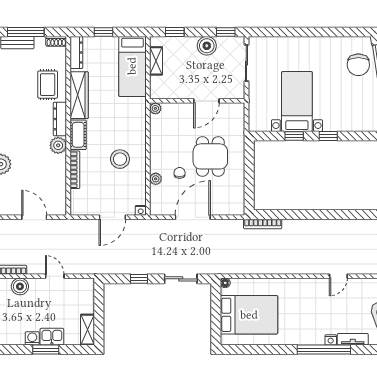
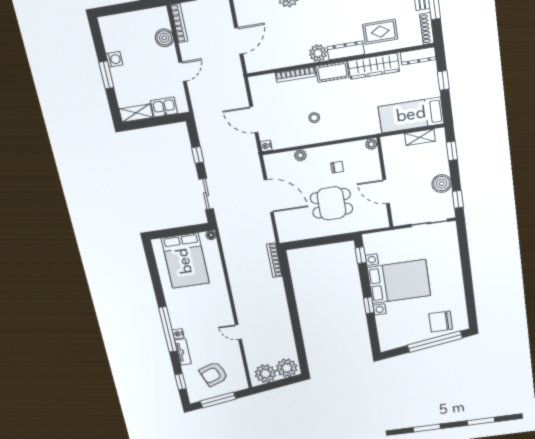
shoe rack: (56, 41) -> (427, 29), width x1.43
bed with nightstands: (297, 101) -> (399, 282), width x1.36
window: (294, 136) -> (361, 255), moved
stool: (120, 159) -> (314, 118), width x0.53, depth x0.53
chair: (180, 173) -> (337, 167), moved
kitchen sink: (52, 337) -> (164, 107), moved, turned -90

